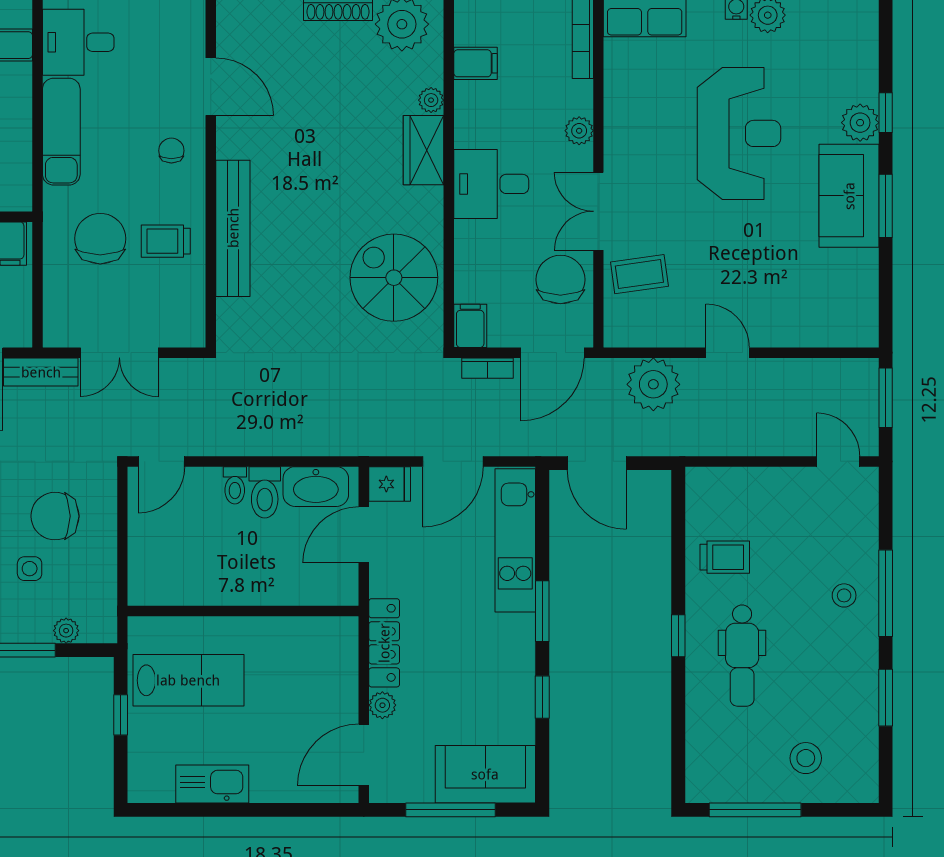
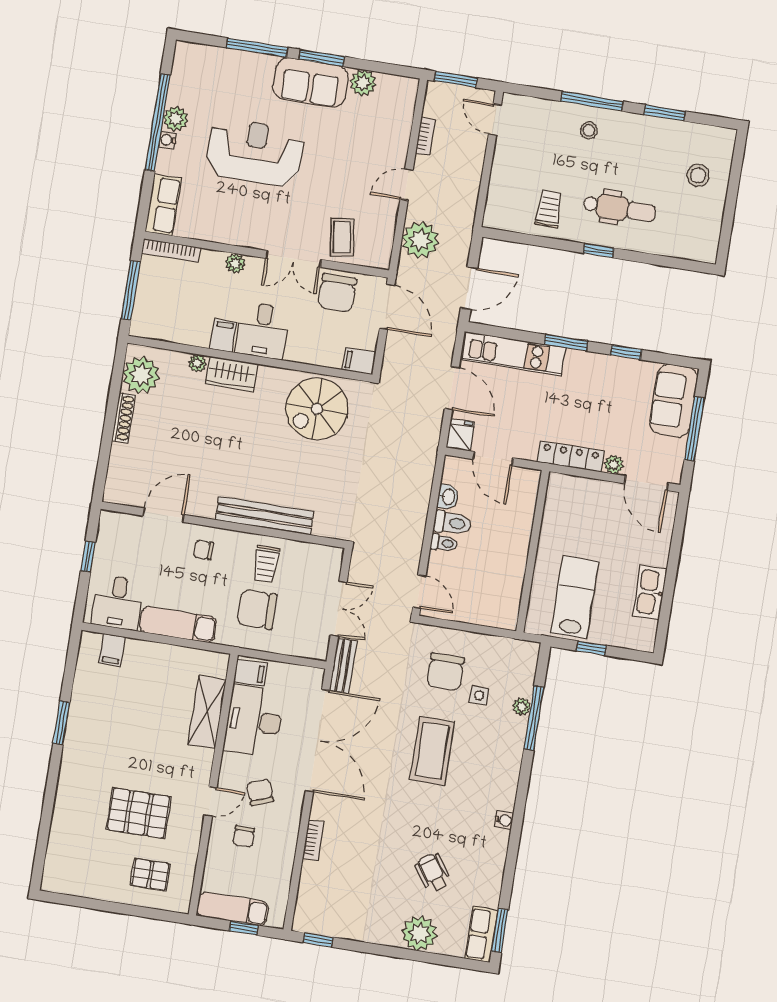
filing cabinet: (476, 63) -> (223, 335), moved
window: (886, 113) -> (257, 48), width x2.17
plant: (860, 123) -> (363, 83), moved
chair: (560, 280) -> (337, 293), turned -90
bookcase: (488, 368) -> (425, 136), moved
door: (838, 461) -> (495, 120), hinge flipped
washbasin: (316, 487) -> (448, 497), width x0.52, depth x0.69
plant: (66, 631) -> (522, 707), moved
window: (755, 810) -> (729, 216), removed

